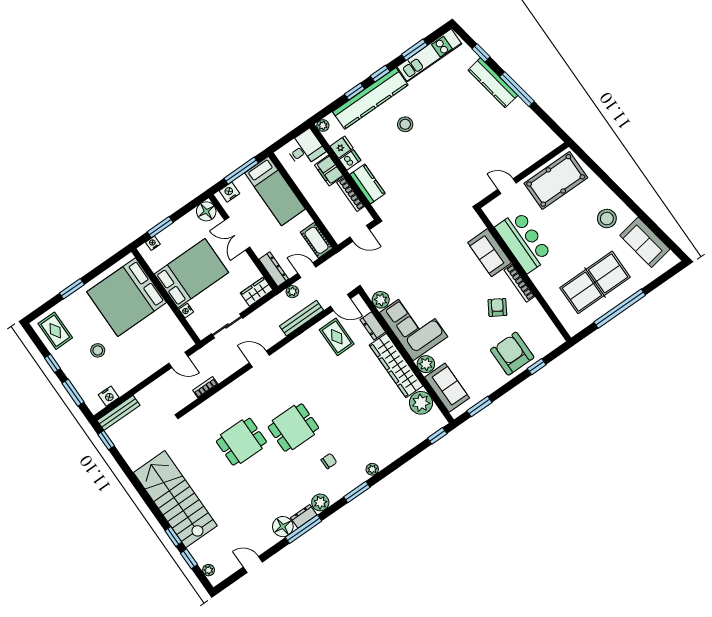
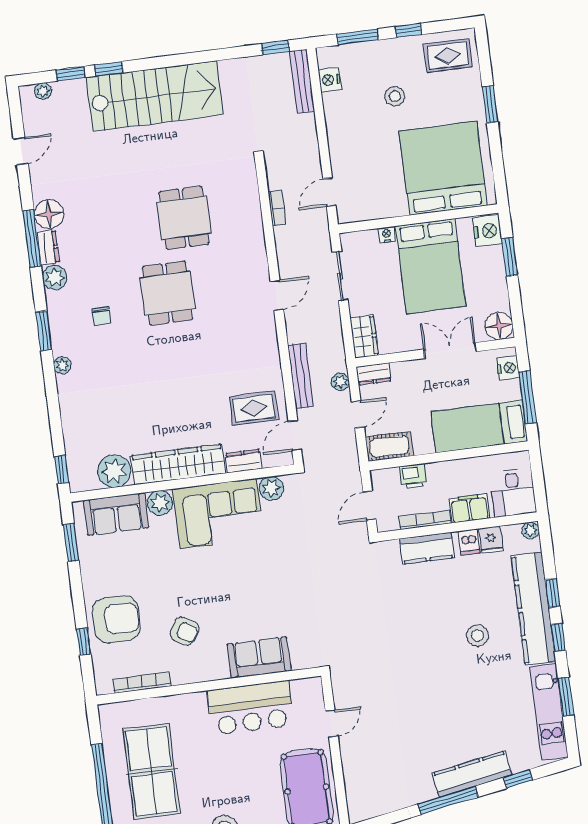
printer: (327, 216) -> (413, 476), added
nightstand: (153, 243) -> (487, 231), width x1.89, depth x1.79
dresser: (274, 269) -> (374, 374), width x0.70
bookcase: (519, 283) -> (142, 683), moved

